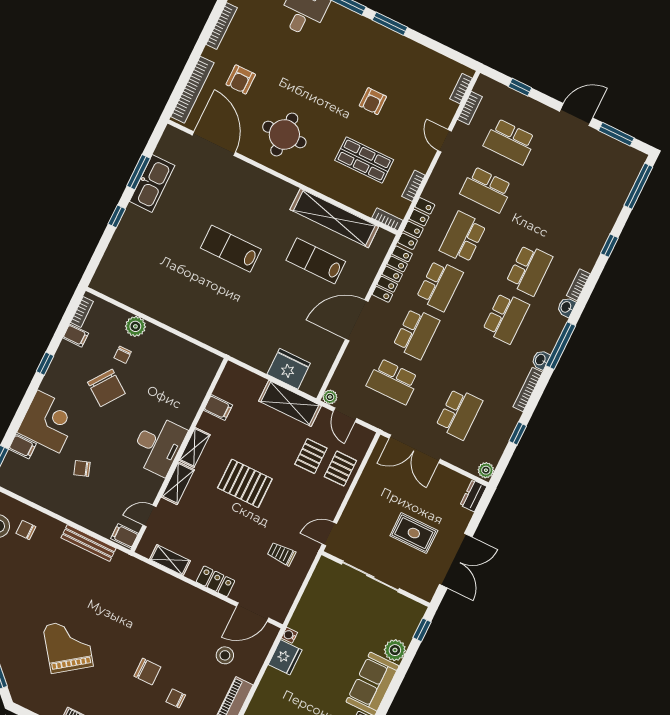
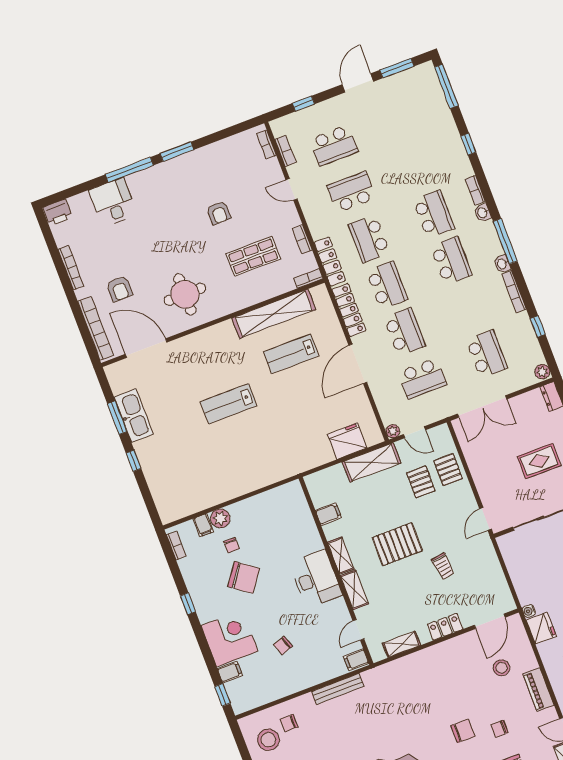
school desk: (486, 190) -> (351, 192), turned 180
filing cabinet: (76, 336) -> (203, 525), moved, turned 90
trolley: (281, 554) -> (443, 566), moved, turned -98

